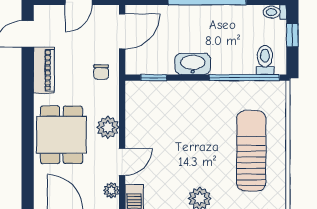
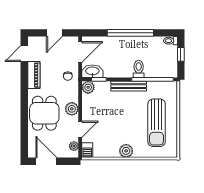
toilet: (265, 60) -> (139, 69), moved
washbasin: (193, 64) -> (92, 71), moved
bench: (204, 89) -> (129, 86), added
plant: (136, 91) -> (88, 87), added
sun lounger: (251, 151) -> (157, 123), turned 180

